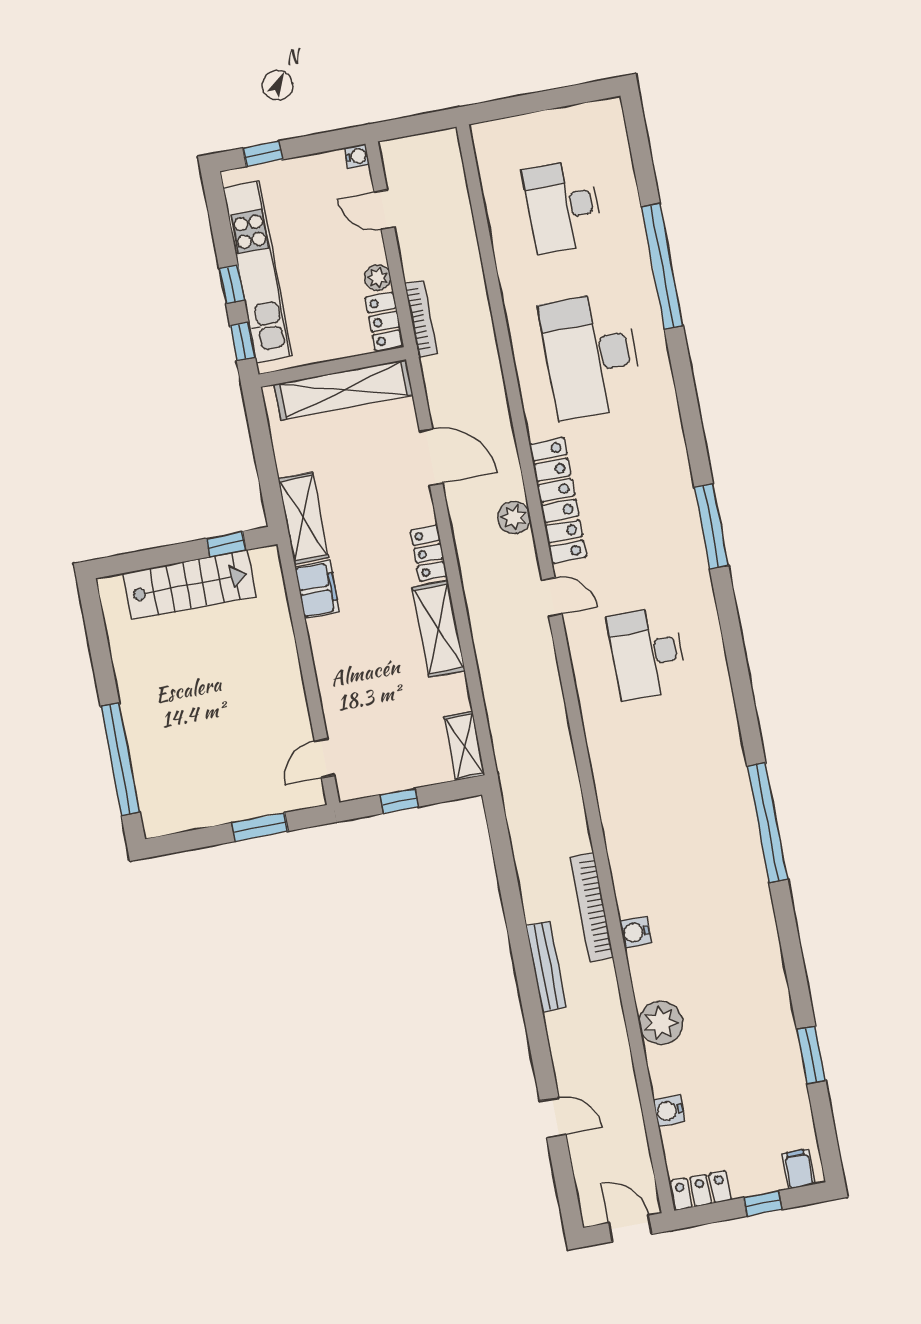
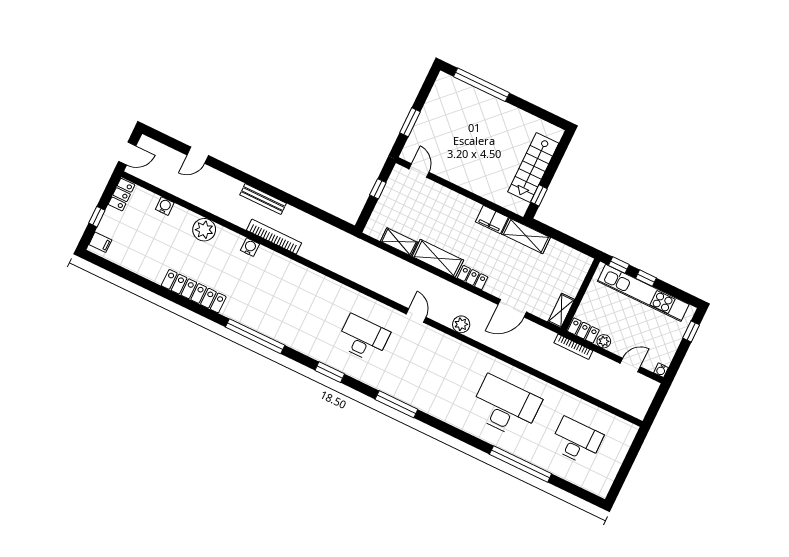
shelving: (344, 390) -> (561, 311), width x0.45, depth x0.75
locker: (558, 500) -> (194, 291), moved, turned 180
door: (552, 597) -> (416, 316), swing flipped
shelving: (464, 746) -> (399, 242), moved
window: (811, 1055) -> (330, 372), moved

